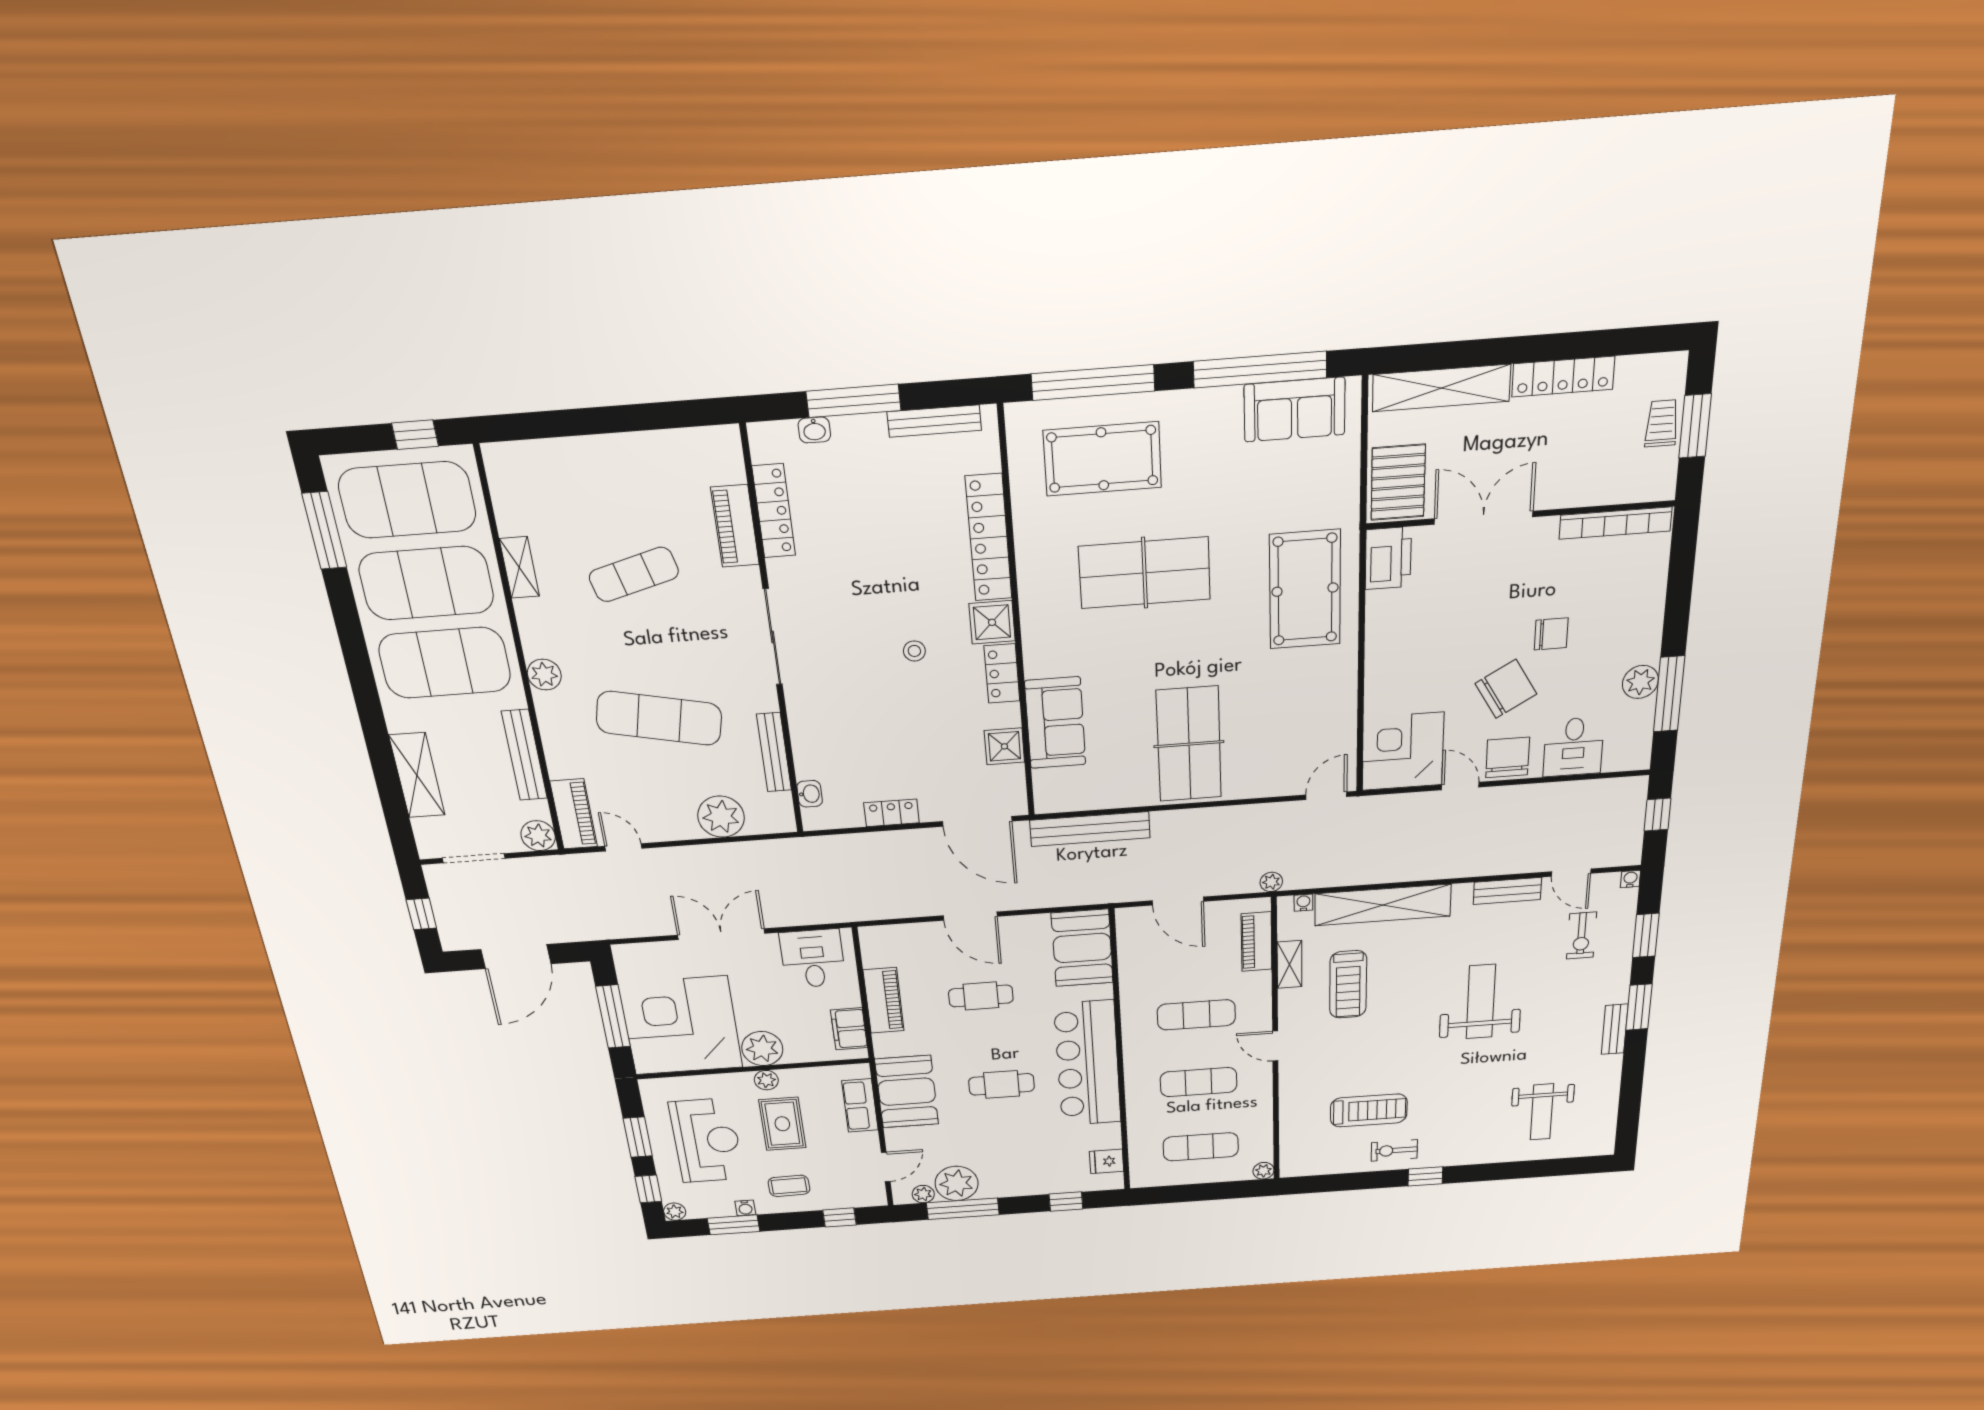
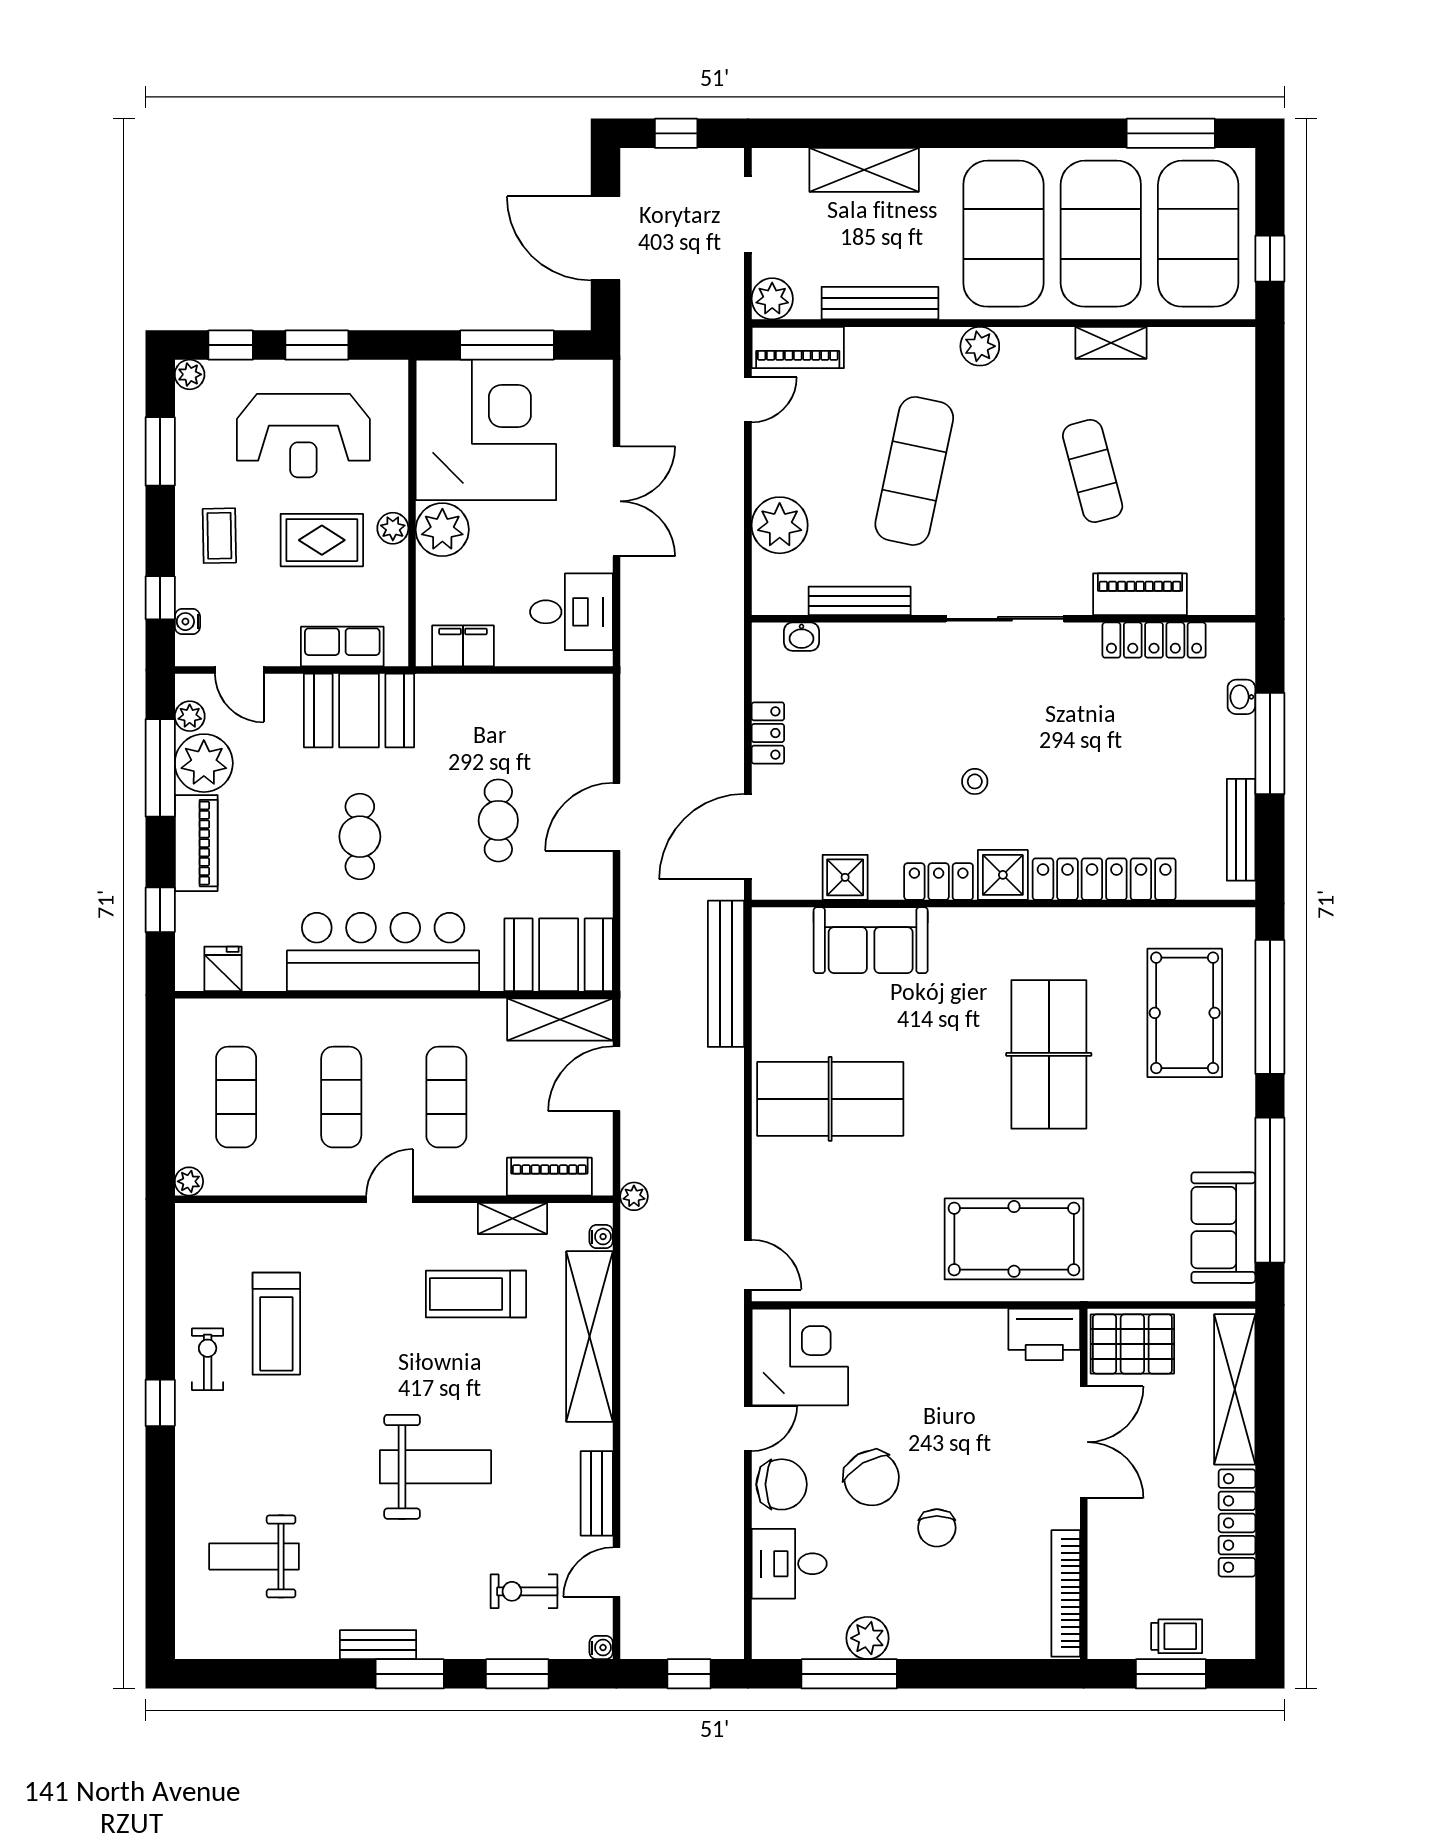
shelving: (1133, 943) -> (560, 1020), added
piano: (884, 1000) -> (196, 843), moved, turned -90
water cooler: (745, 1208) -> (187, 622), moved

